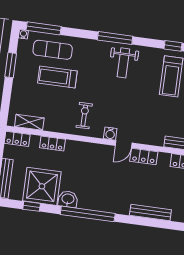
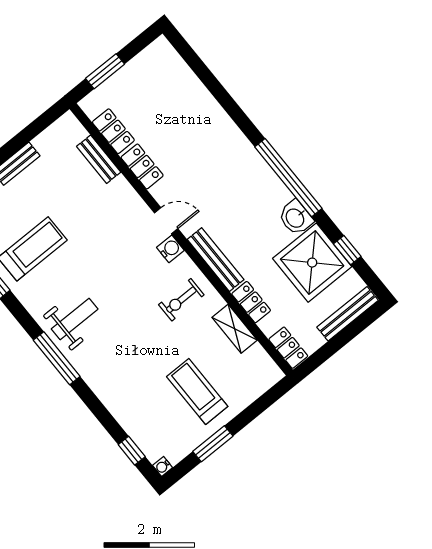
window: (44, 28) -> (132, 451), width x0.46
exercise mat: (53, 50) -> (145, 415), removed
treadmill: (57, 77) -> (197, 391), moved, turned 180
shelving: (29, 122) -> (235, 329), moved
locker: (144, 156) -> (142, 166), moved
bench: (150, 213) -> (216, 260), moved

